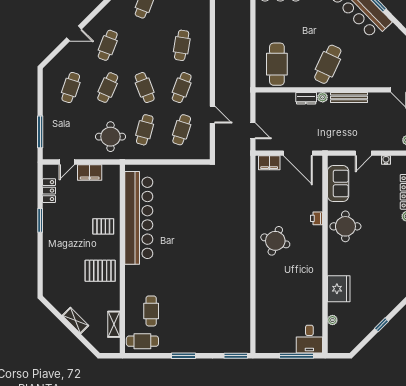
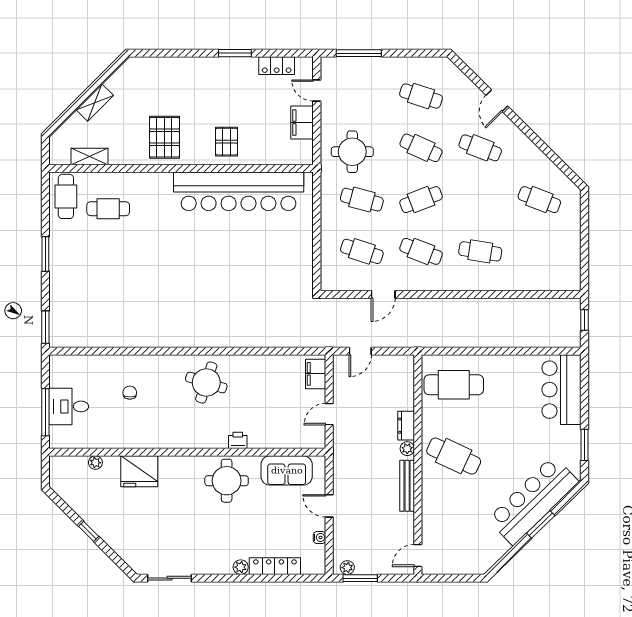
door: (298, 153) -> (329, 414), width x0.53
chair: (283, 295) -> (130, 393), added
desk: (309, 339) -> (69, 406), moved

